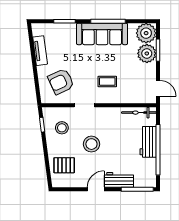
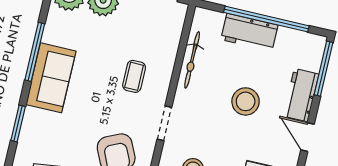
sofa: (102, 34) -> (51, 78), width x0.73
bicycle: (139, 113) -> (192, 60), moved
stool: (91, 144) -> (246, 101), moved

